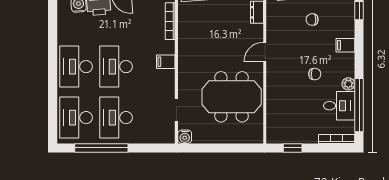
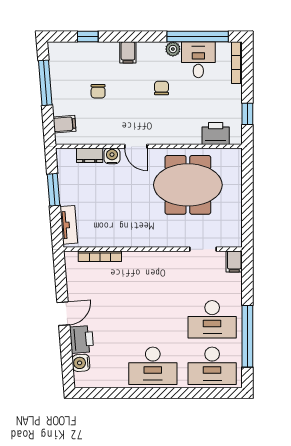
filing cabinet: (166, 62) -> (234, 261), moved
desk: (116, 67) -> (153, 319), removed
meeting table: (232, 97) -> (188, 185), turned 90
printer: (276, 121) -> (216, 133), added
water cooler: (185, 137) -> (112, 156), moved, turned -90

